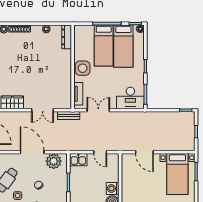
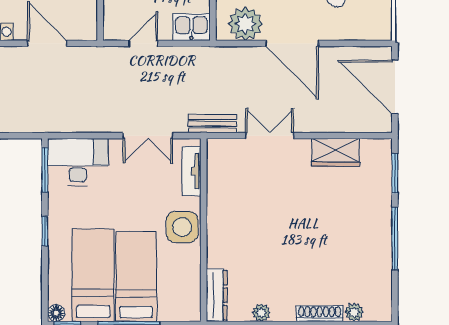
door: (100, 152) -> (143, 43), hinge flipped

